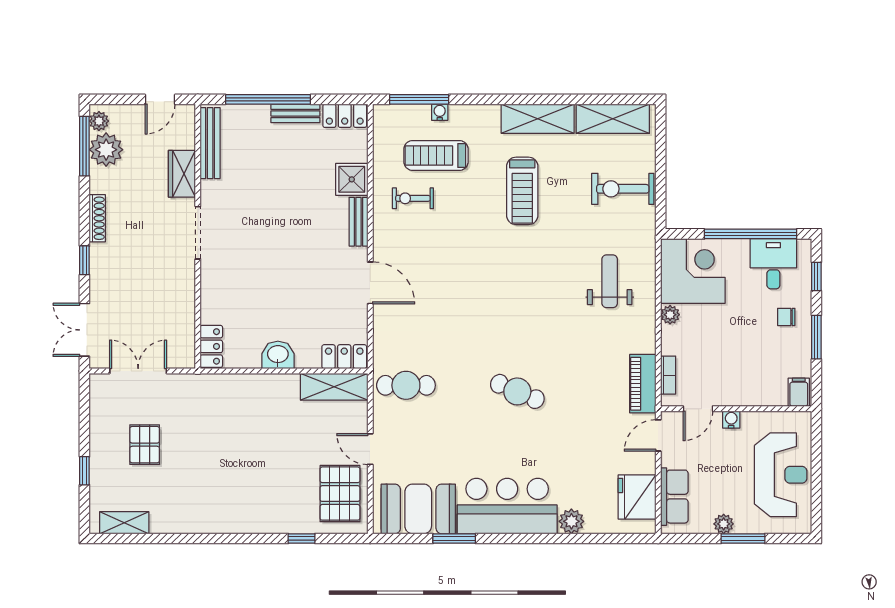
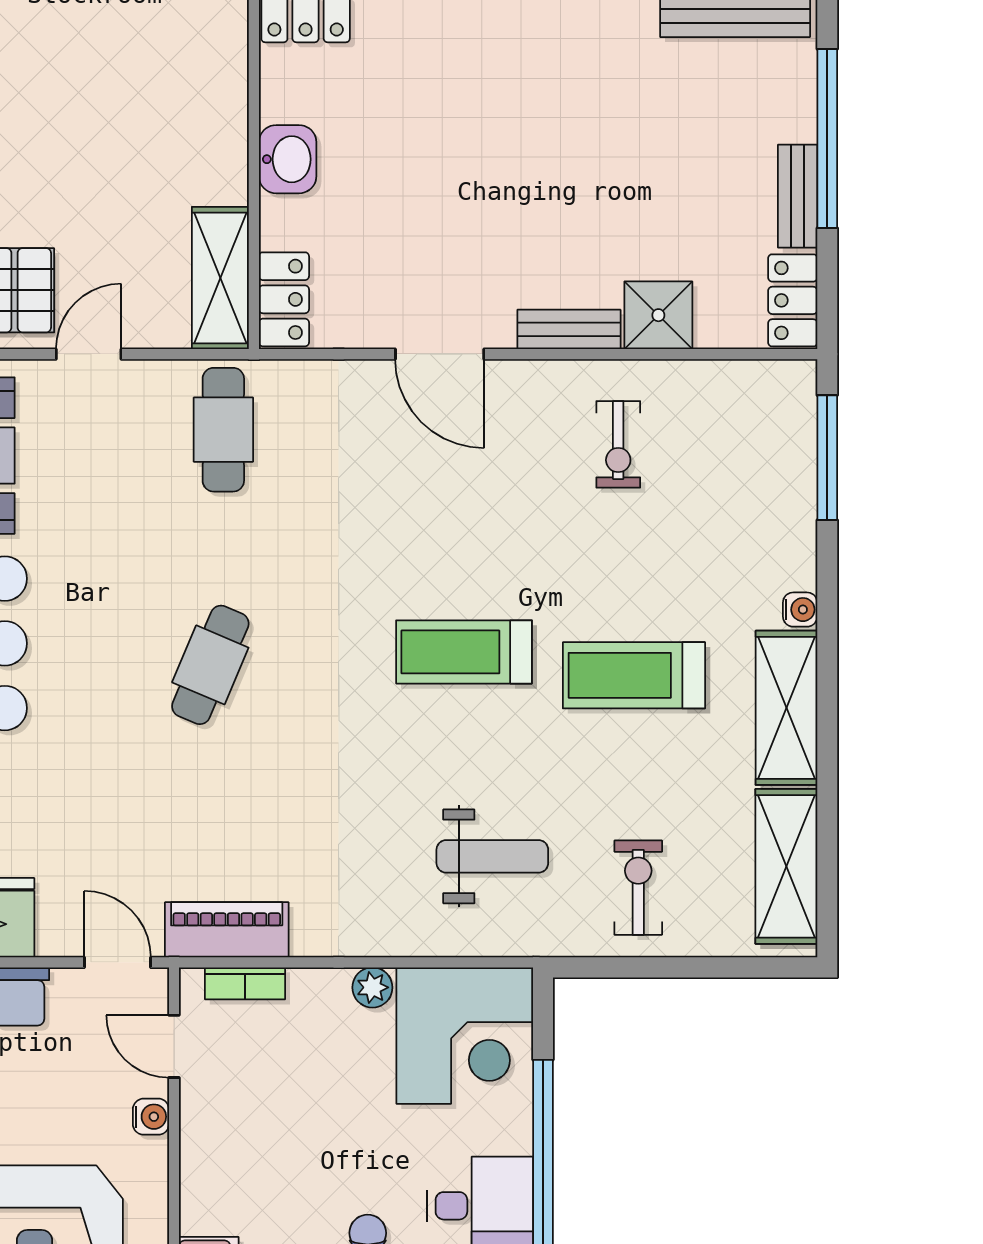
water cooler: (440, 112) -> (800, 610), moved
treadmill: (436, 155) -> (464, 652), moved, turned -90
exercise bike: (623, 189) -> (638, 888), width x0.73, depth x0.72
exercise bike: (413, 198) -> (618, 444), turned 180
weight bench: (610, 281) -> (492, 856), moved
door: (370, 283) -> (440, 354), hinge flipped

